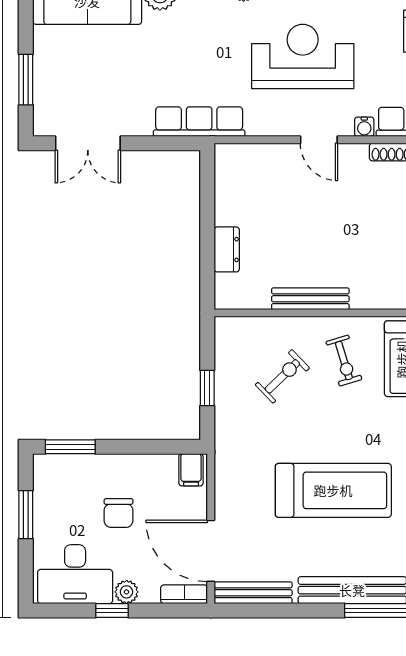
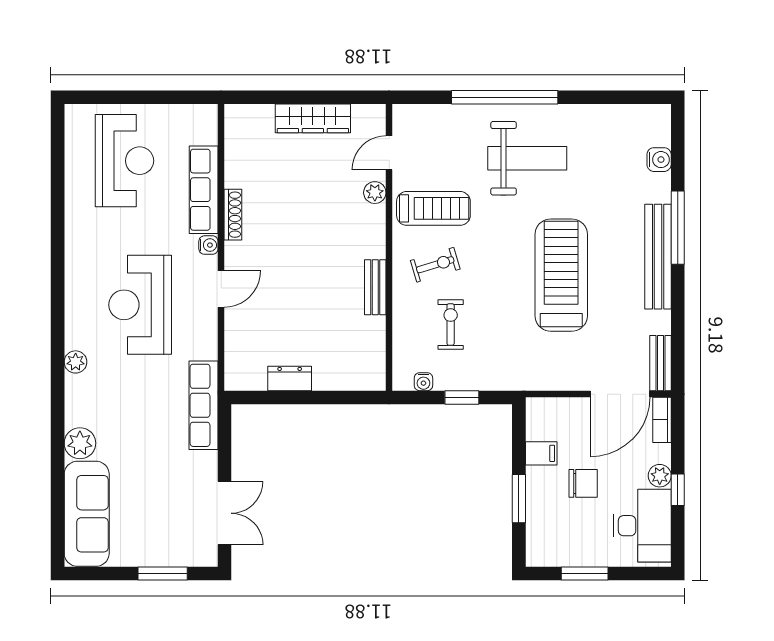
dresser: (227, 249) -> (290, 379), moved
bench: (310, 299) -> (375, 287), width x0.73
water cooler: (223, 348) -> (423, 382), added
exercise bike: (282, 376) -> (451, 324), turned 44
window: (70, 447) -> (519, 499), moved
filing cabinet: (191, 470) -> (541, 453), moved
bench: (253, 593) -> (660, 363), width x0.73

